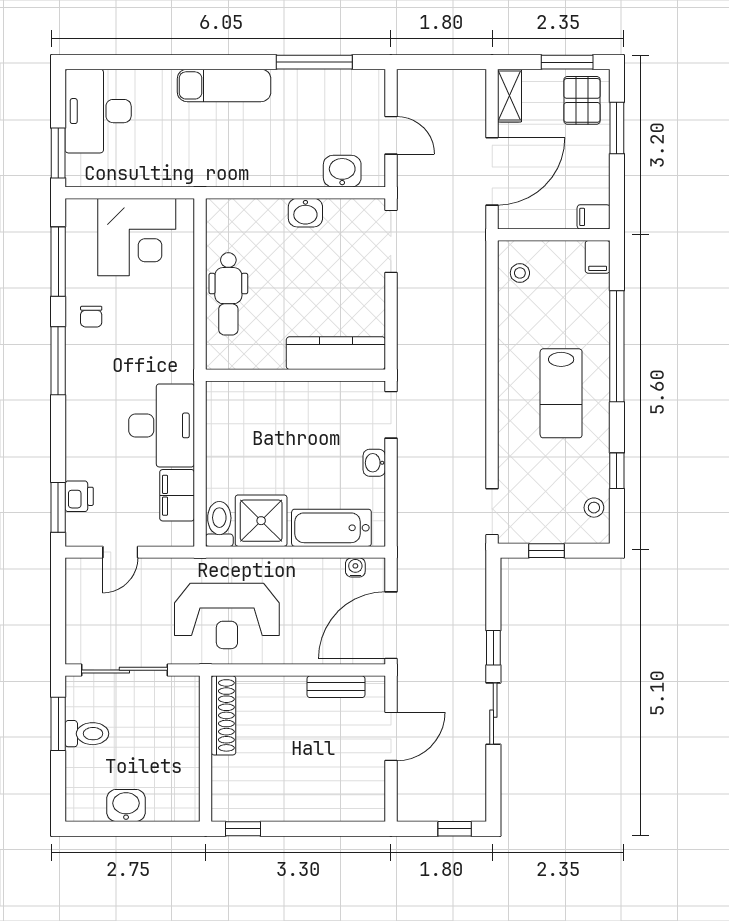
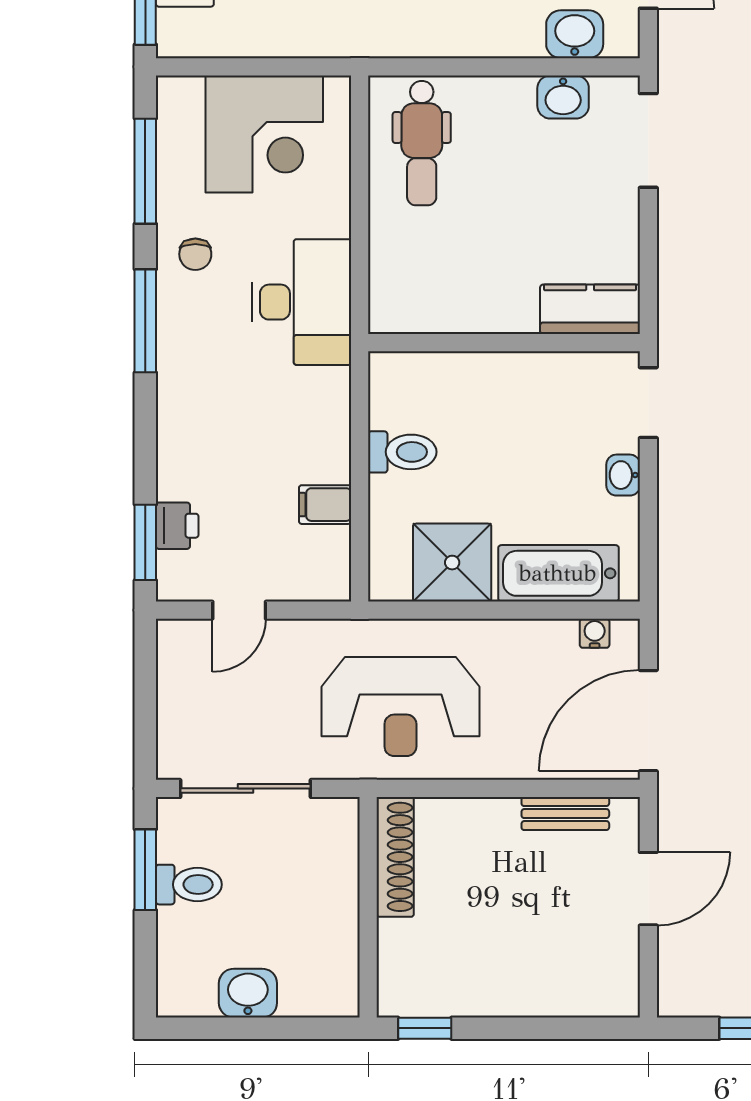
washbasin: (305, 213) -> (563, 97), moved
dental chair: (228, 294) -> (422, 143), moved
kitchen counter: (336, 353) -> (590, 309), width x0.67
desk: (162, 425) -> (302, 302), moved
filing cabinet: (177, 495) -> (325, 505), width x0.50
toilet: (219, 524) -> (402, 452), moved, turned 90

